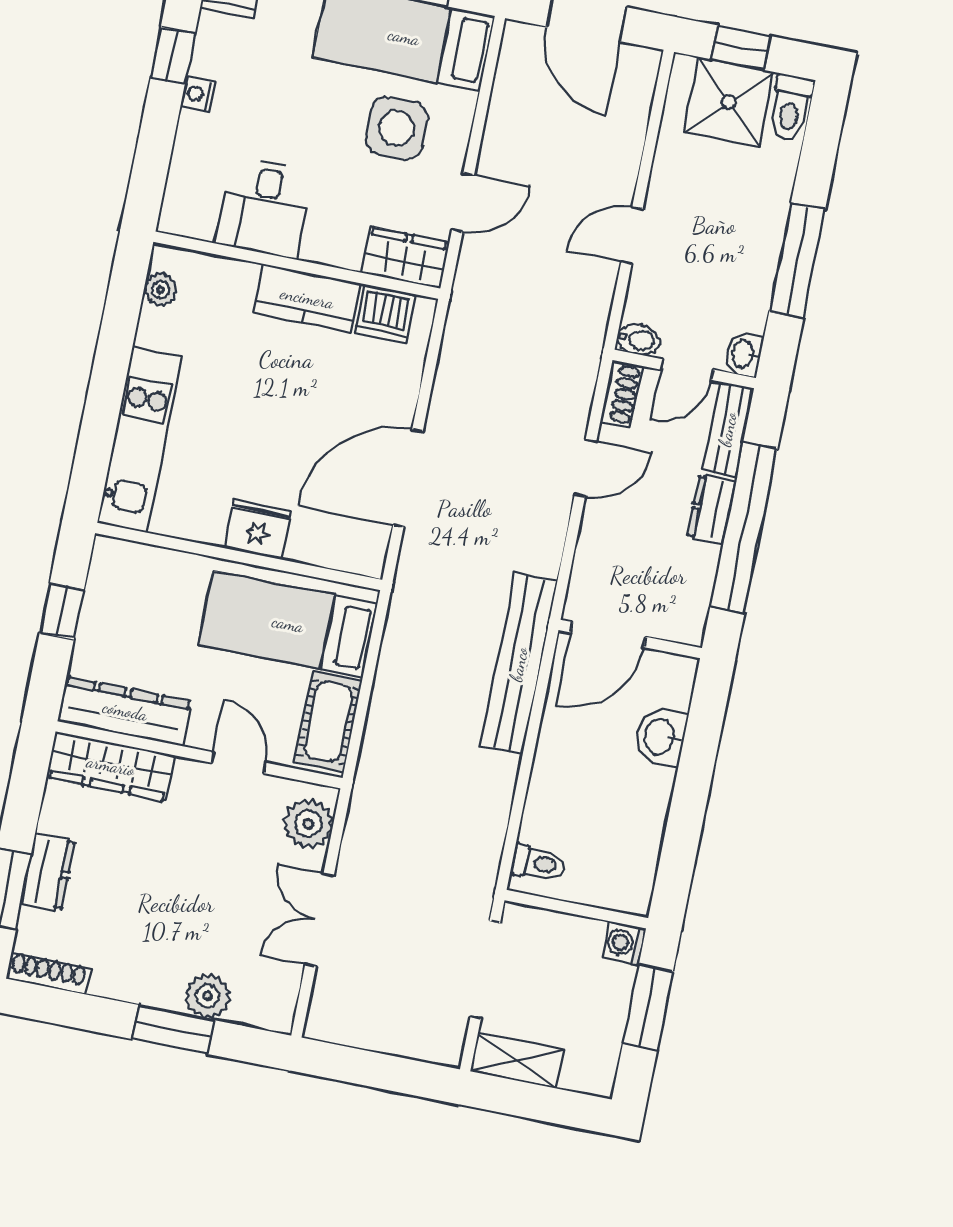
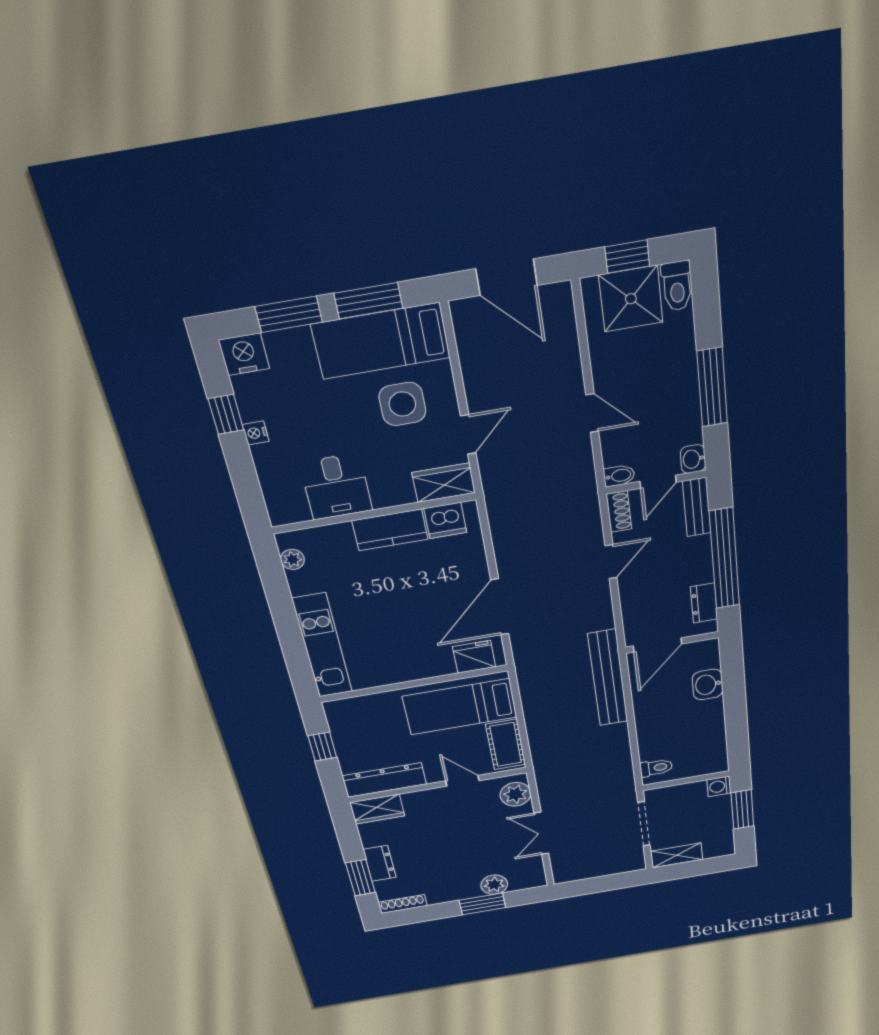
door: (632, 235) -> (592, 413), swing flipped
dresser: (711, 509) -> (704, 603), moved
fridge: (258, 529) -> (474, 657), moved
wardrobe: (111, 766) -> (377, 809), width x0.67

